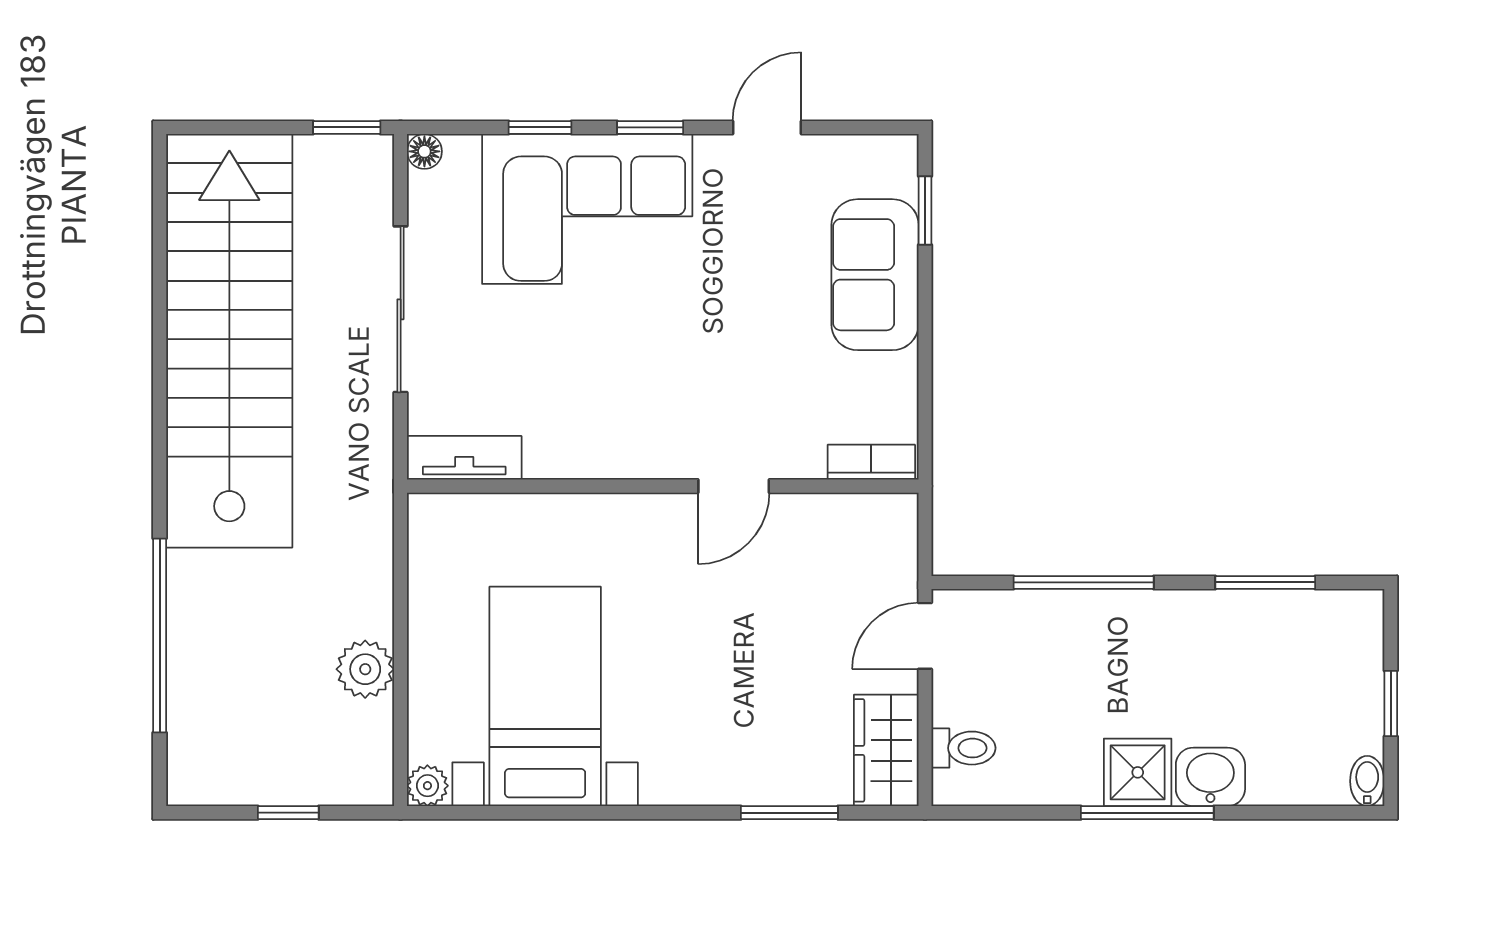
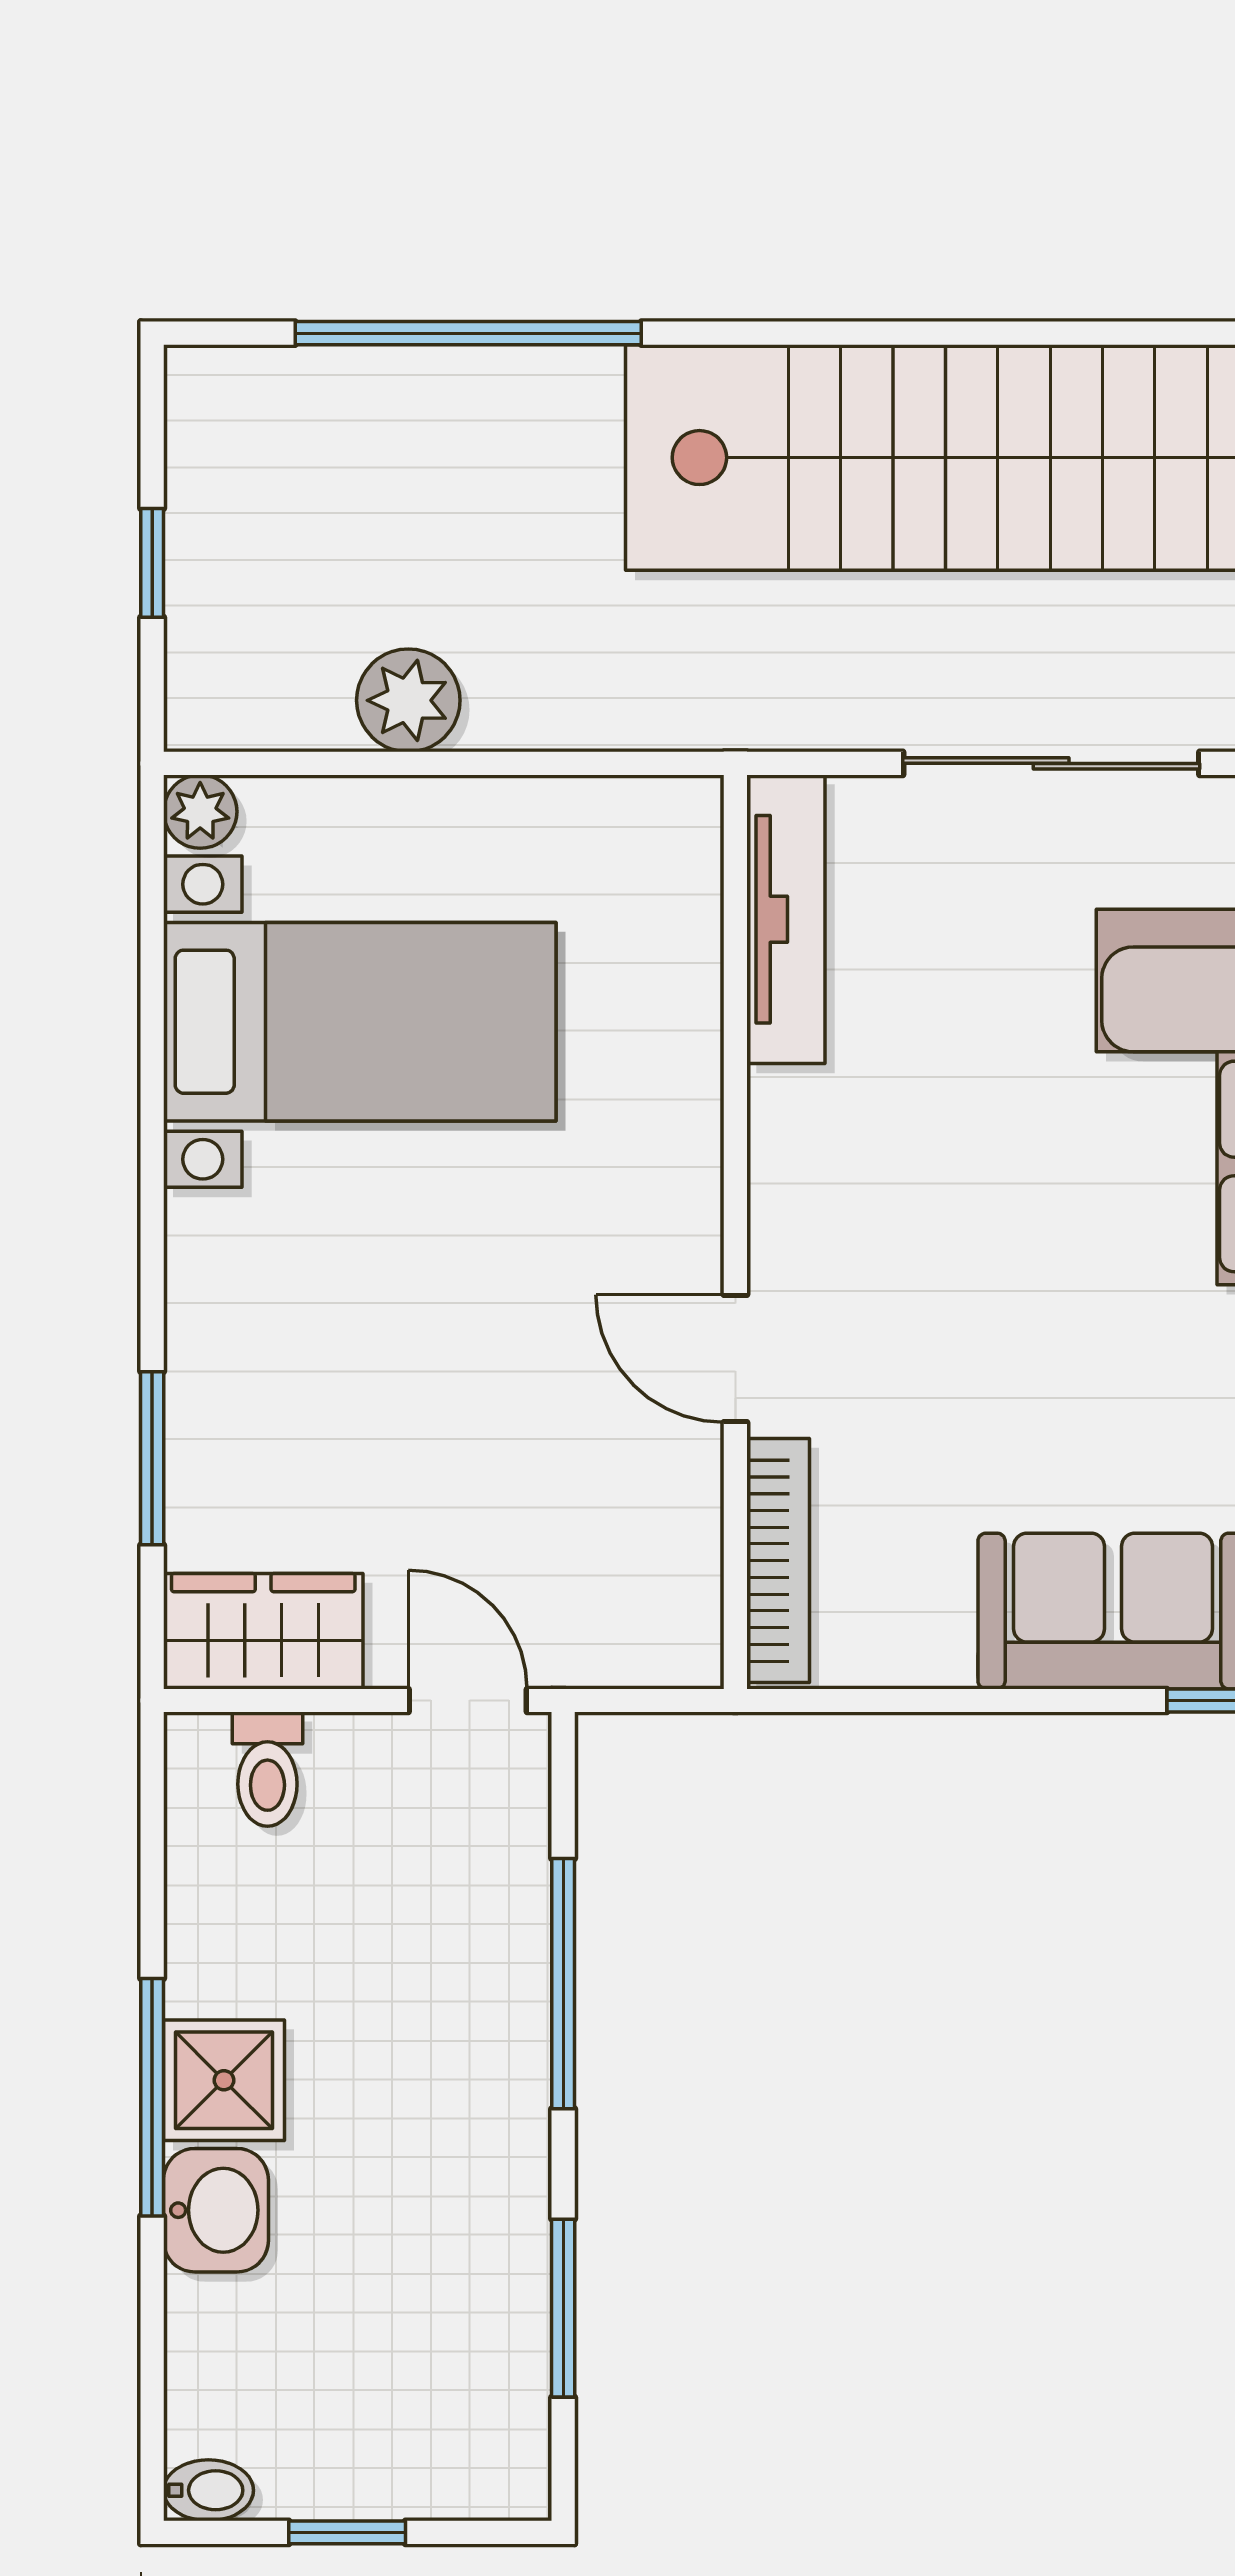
tv unit: (464, 458) -> (786, 919), width x1.41
bookcase: (871, 462) -> (778, 1561), width x1.56

